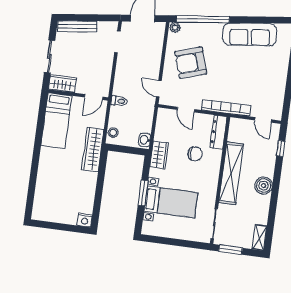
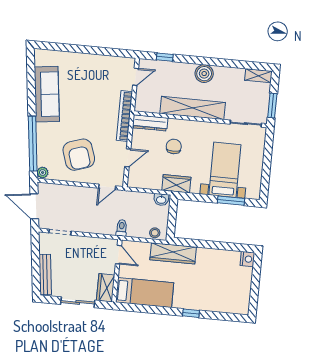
window: (35, 164) -> (191, 313), added
window: (143, 193) -> (231, 201), moved

